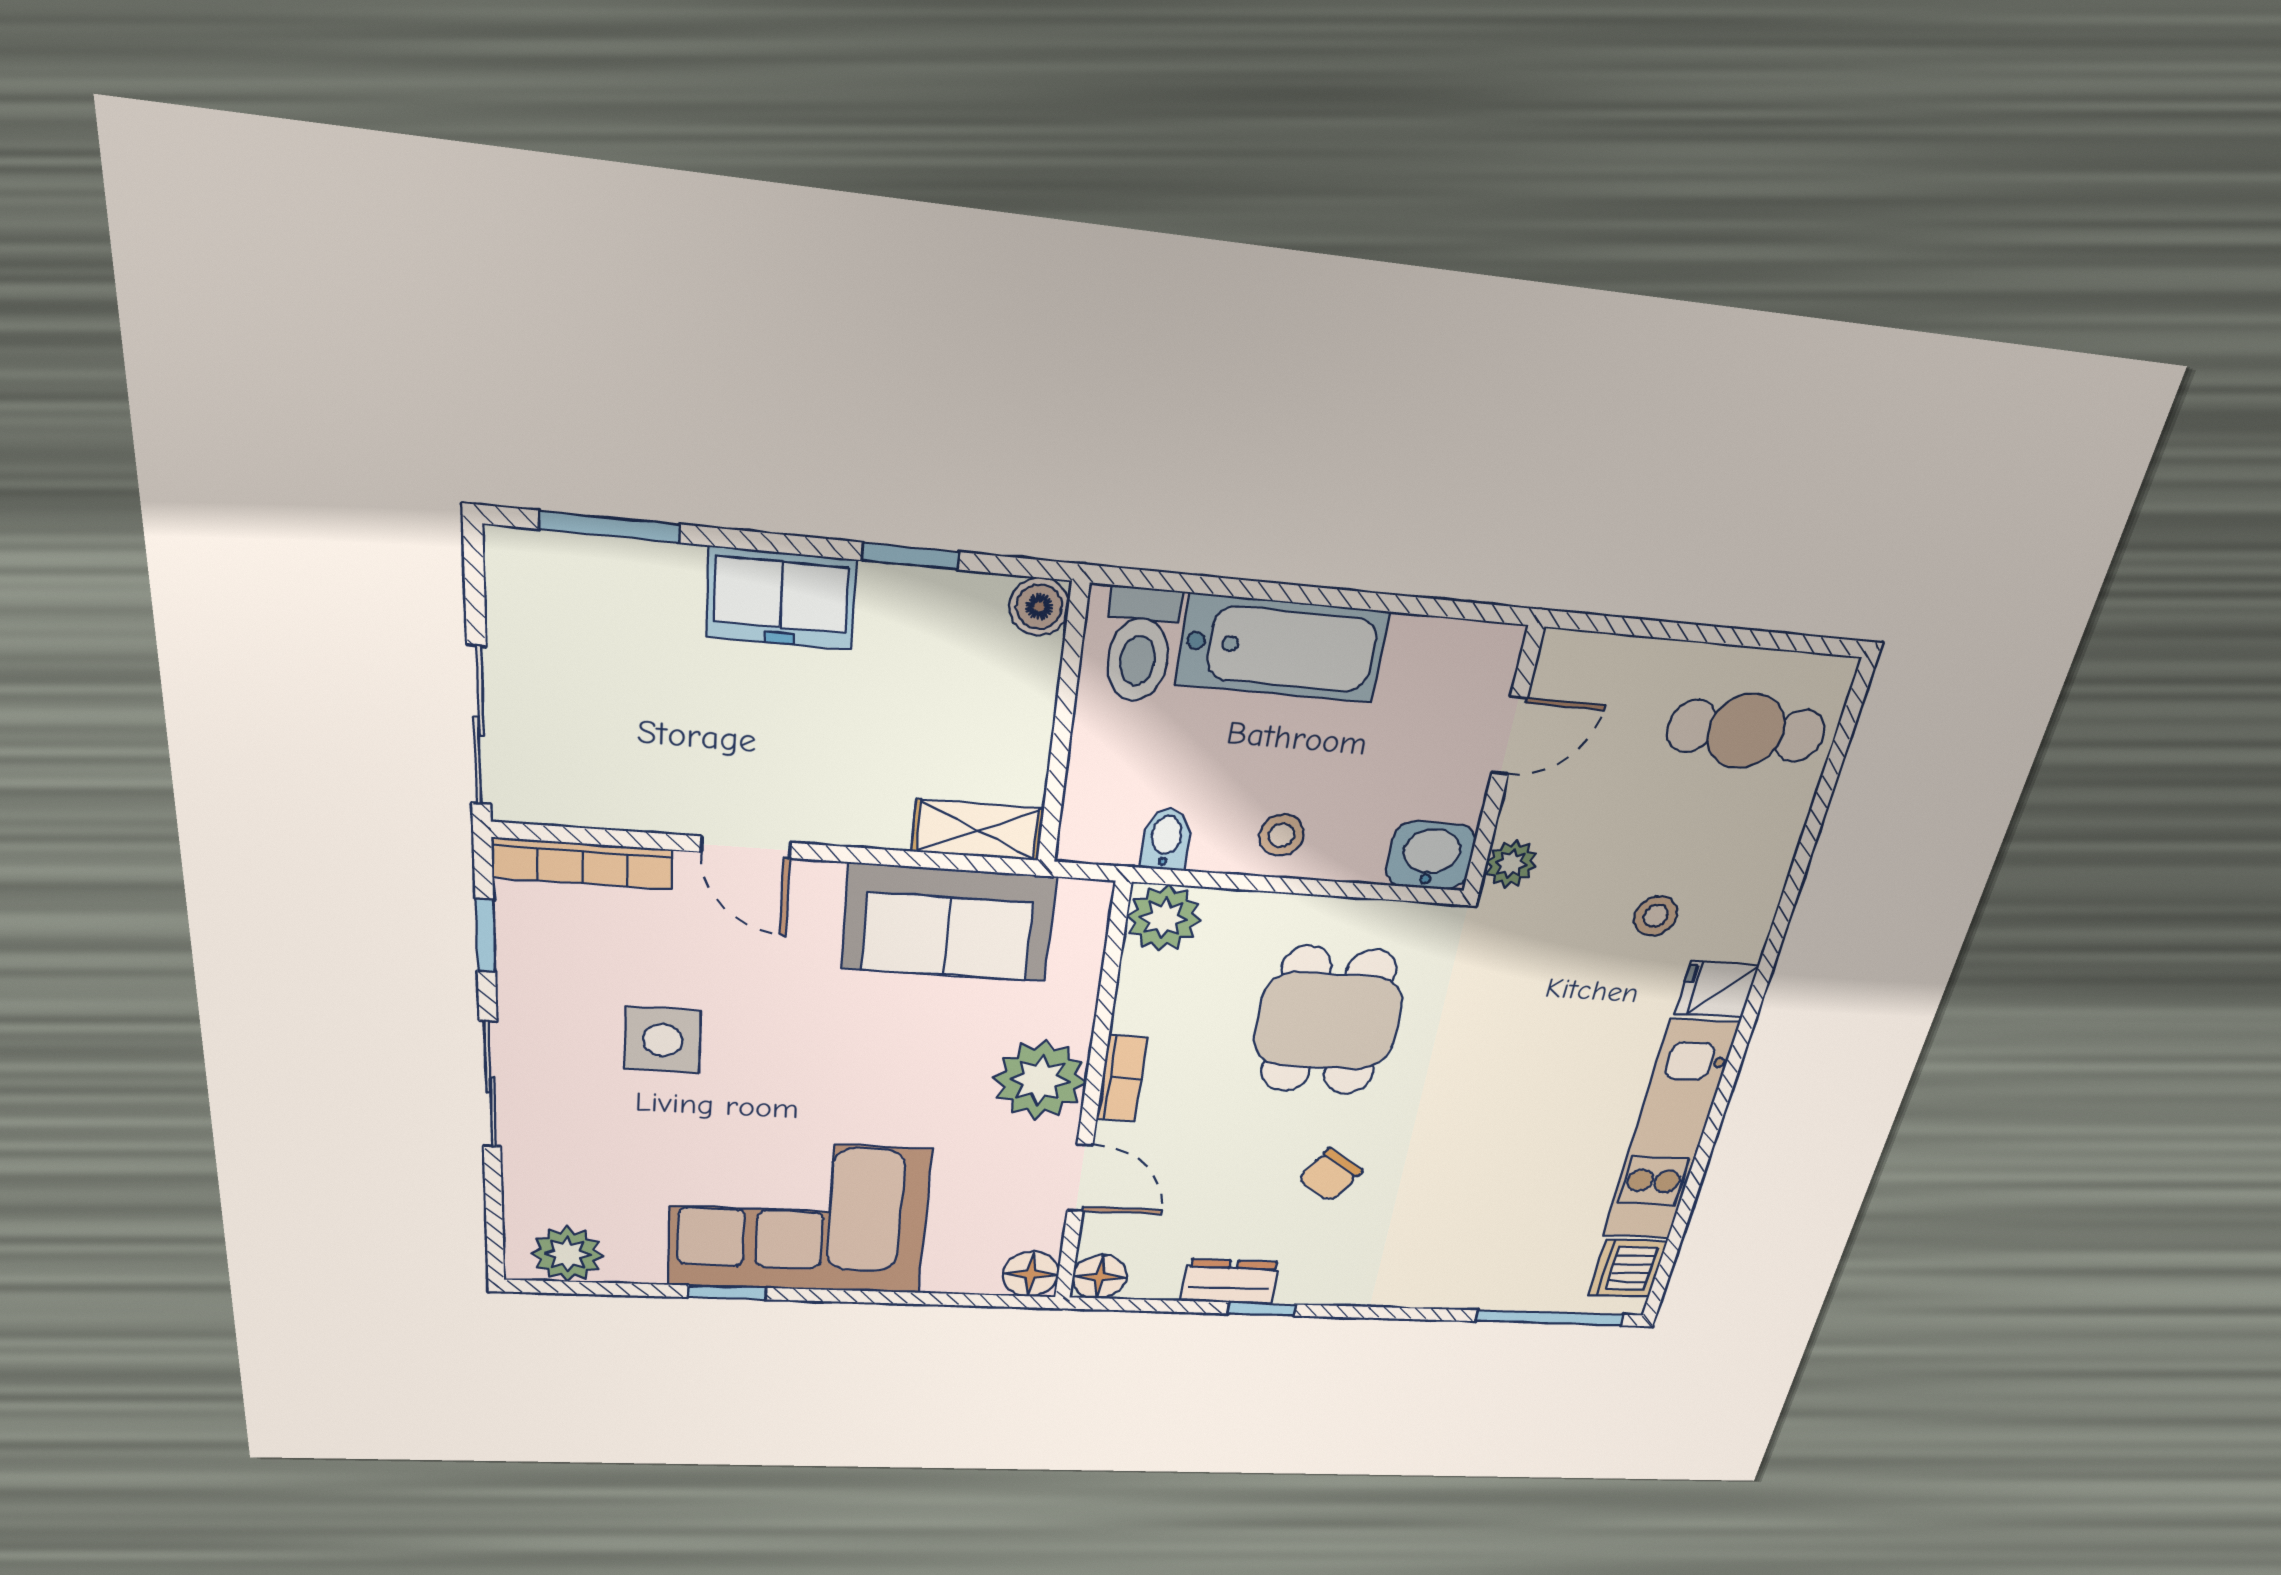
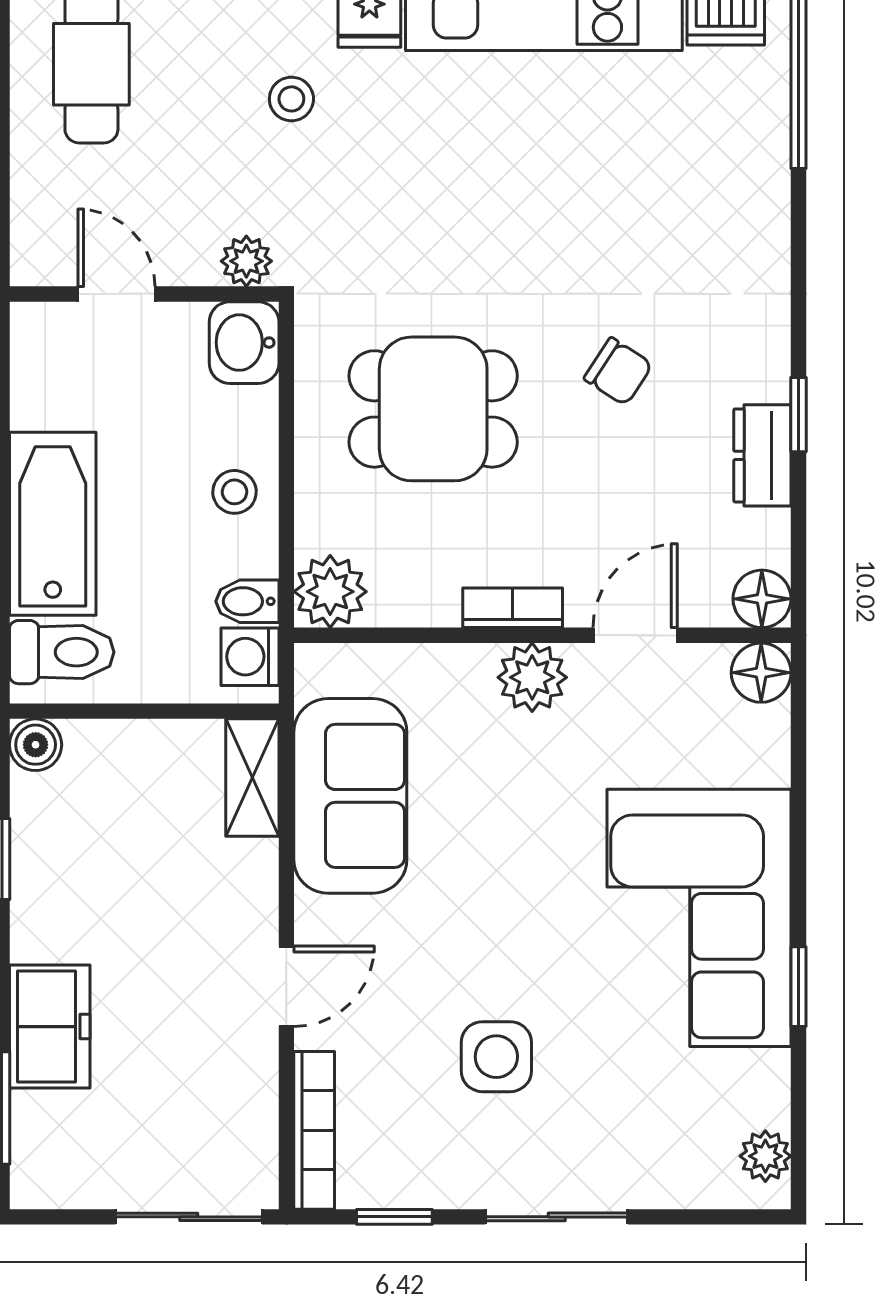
freezer: (781, 598) -> (50, 1027), moved
washing machine: (1107, 837) -> (250, 657), added
plant: (1040, 1080) -> (532, 677), width x0.73, depth x0.73
plant: (568, 1254) -> (765, 1156), width x0.73, depth x0.73

